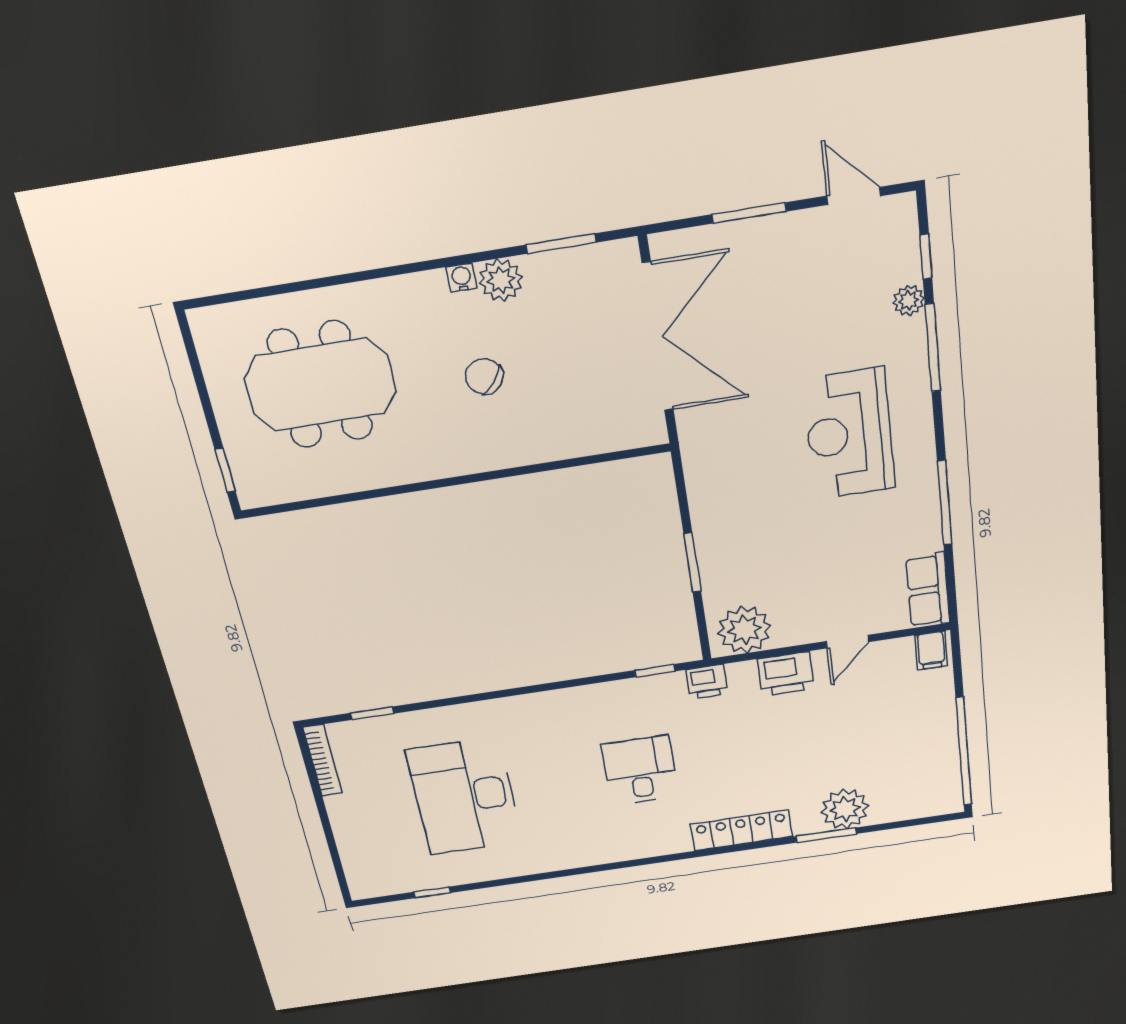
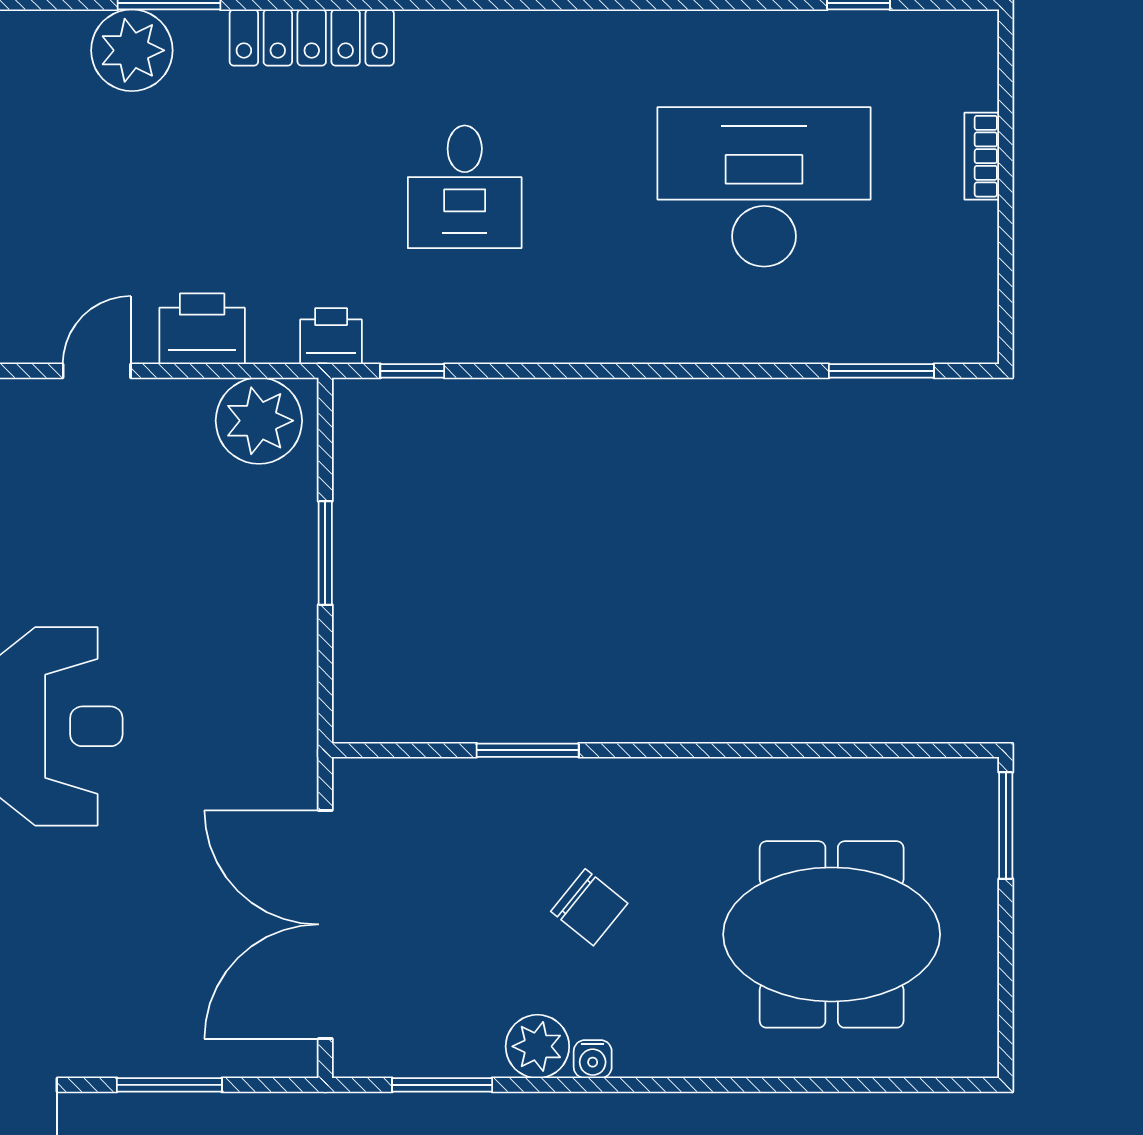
window: (544, 467) -> (528, 750), added
window: (225, 470) -> (1006, 825), width x1.50
window: (372, 713) -> (881, 371), width x1.50
bookcase: (323, 761) -> (982, 156), moved, width x0.64
desk: (465, 796) -> (764, 187), turned -90

